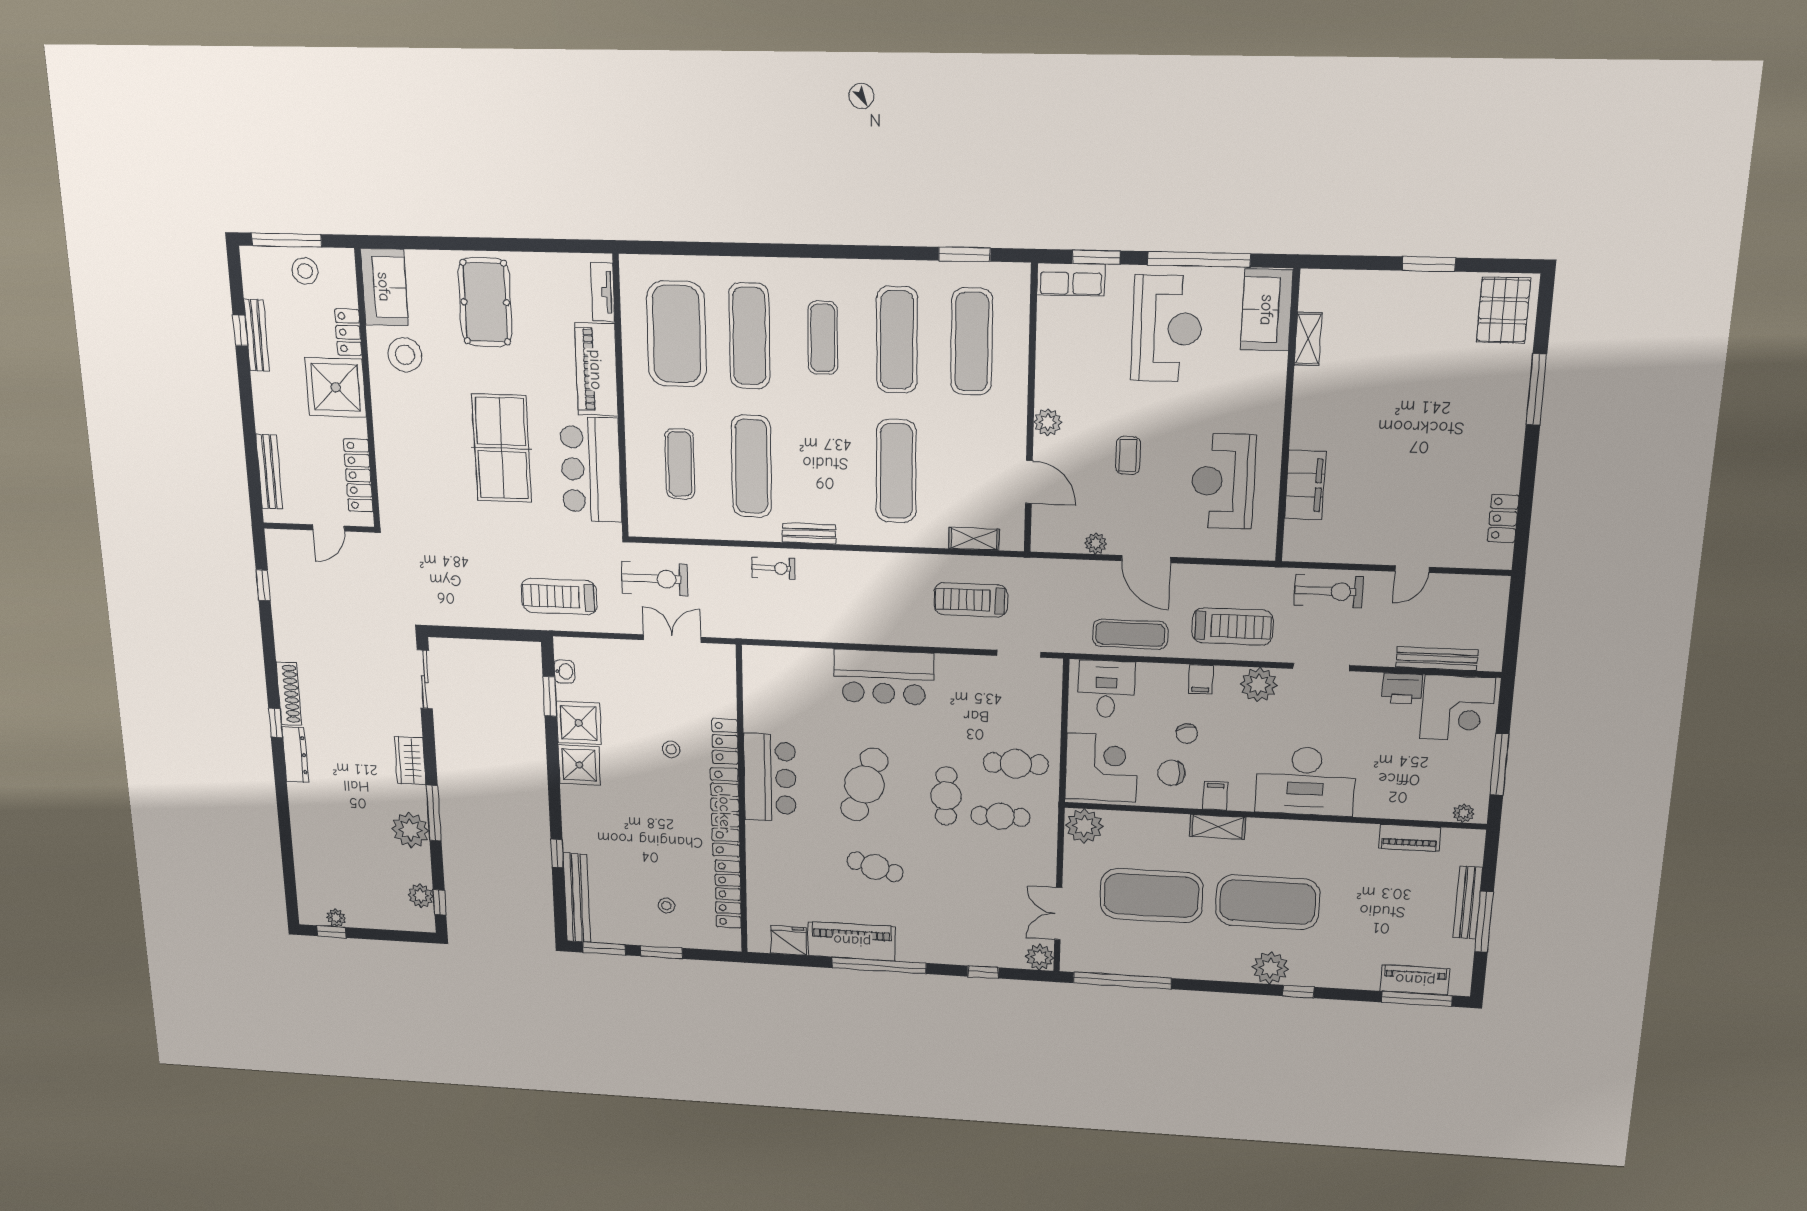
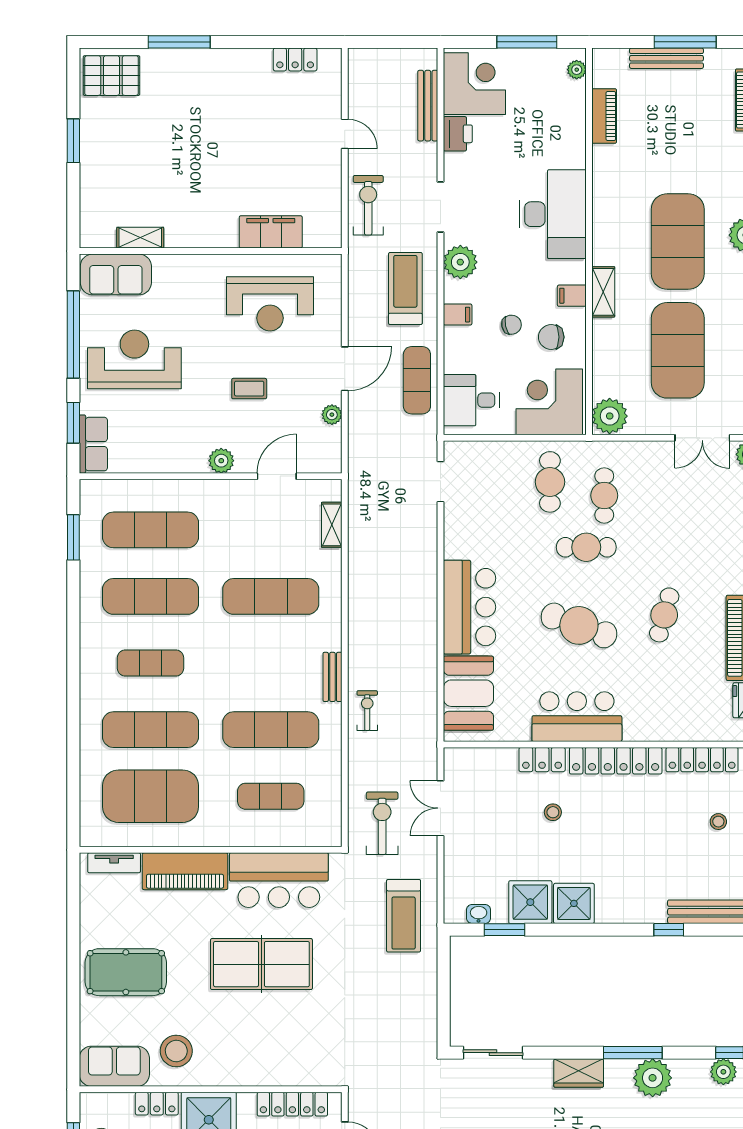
treadmill: (971, 600) -> (390, 527), removed
booth: (793, 672) -> (468, 693), added
chair: (1171, 773) -> (551, 337), turned 90

